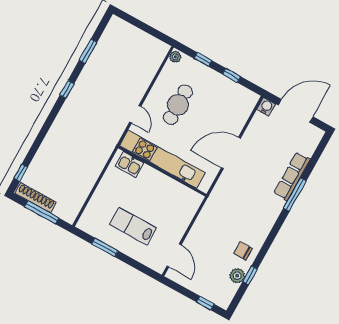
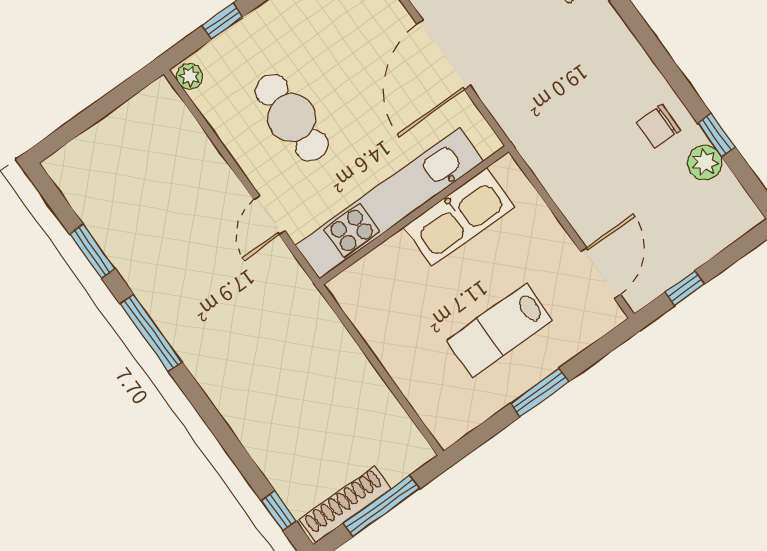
window: (67, 89) -> (151, 333), width x2.17
door: (135, 114) -> (269, 215), swing flipped
kitchen sink: (130, 164) -> (459, 217), moved, width x1.87, depth x1.24
window: (105, 247) -> (539, 393), moved
door: (174, 255) -> (601, 273), hinge flipped
window: (205, 303) -> (685, 288), moved

